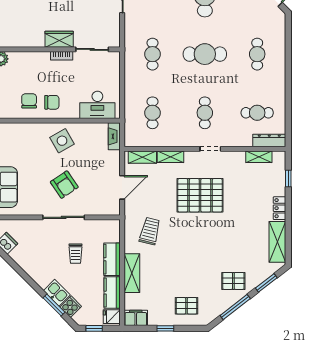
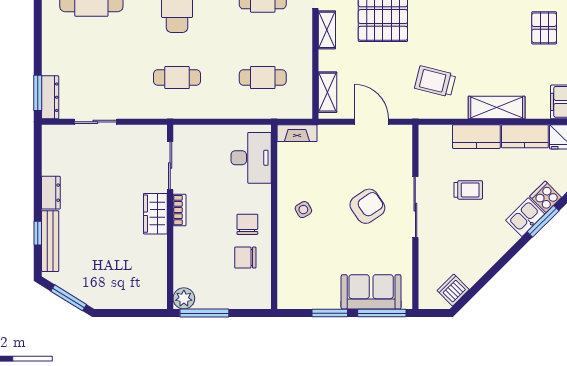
side table: (62, 141) -> (303, 210), width x0.54, depth x0.54
shelving: (171, 157) -> (327, 30), moved

